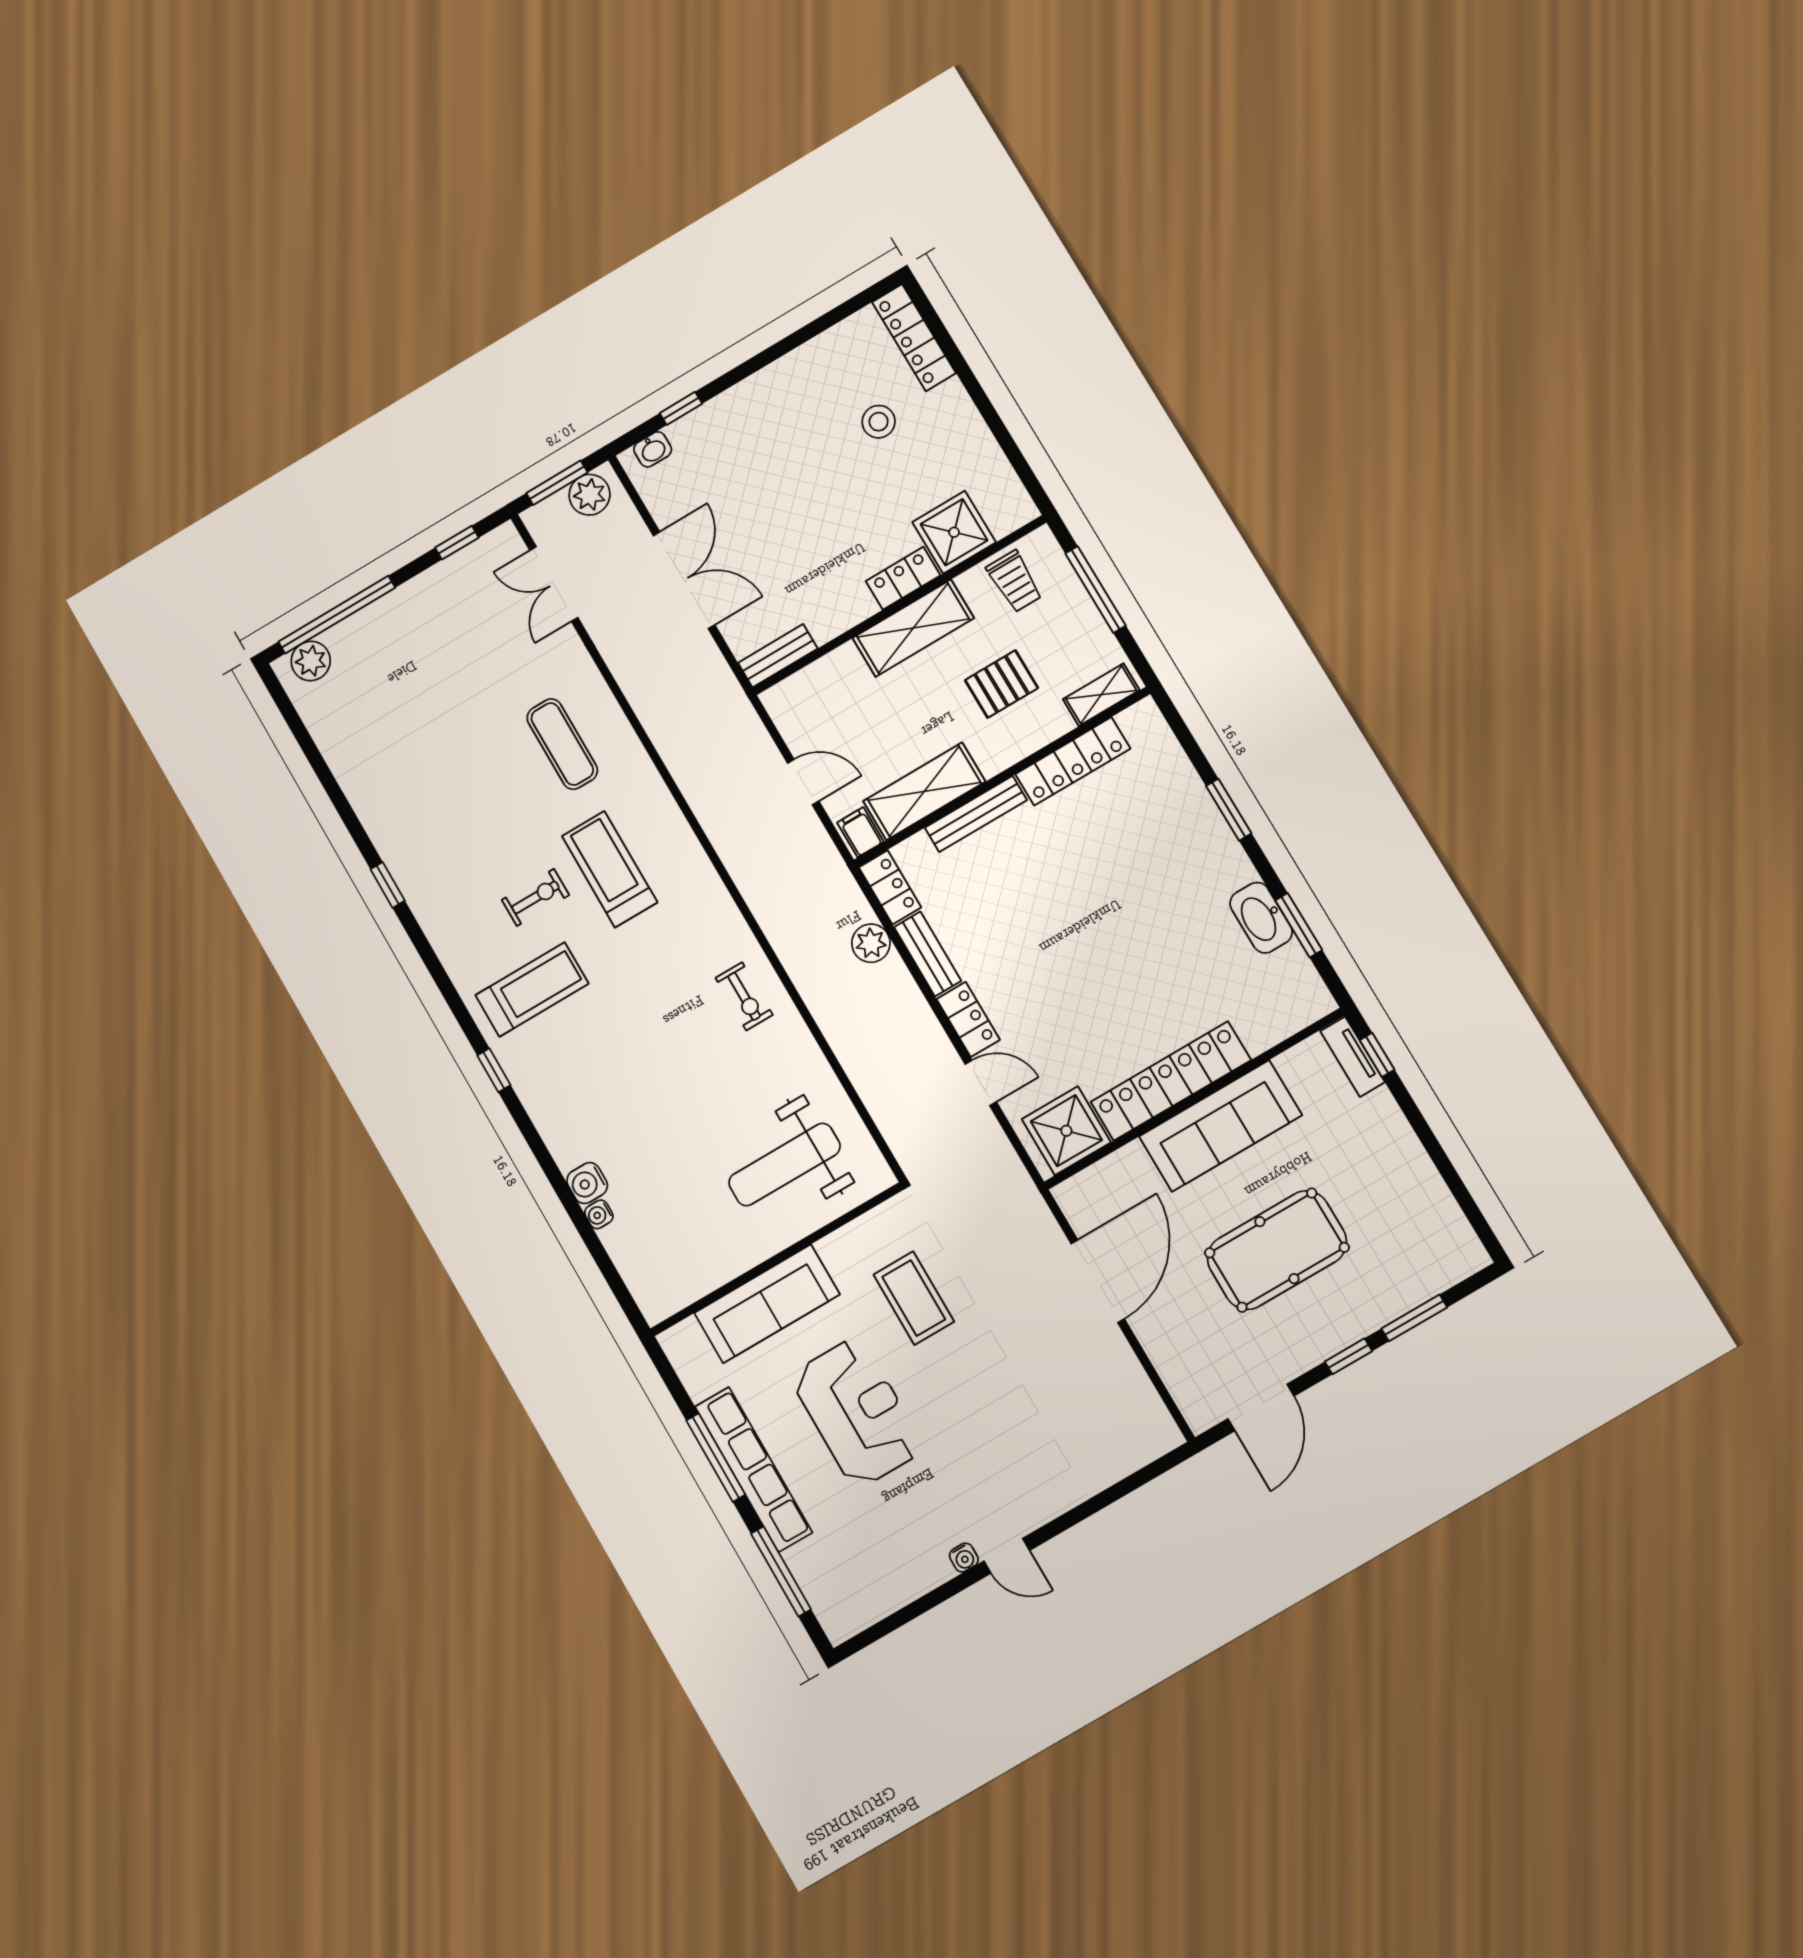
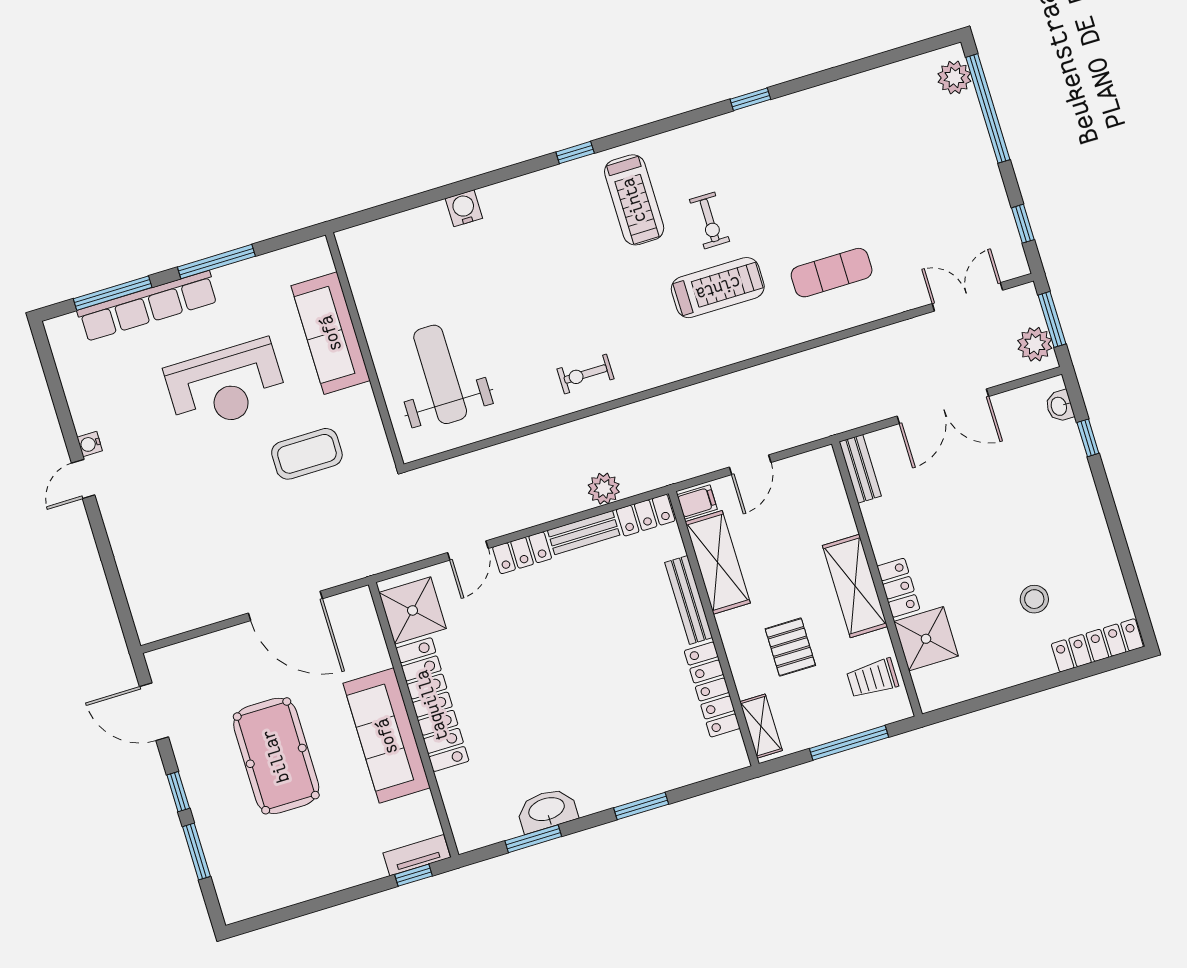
water cooler: (599, 1214) -> (436, 212), removed
row of seats: (754, 1469) -> (148, 306), moved

